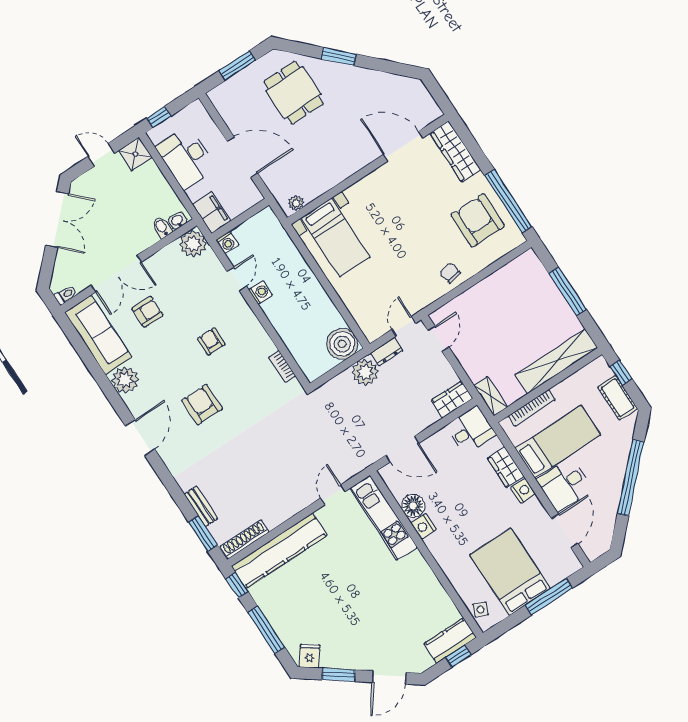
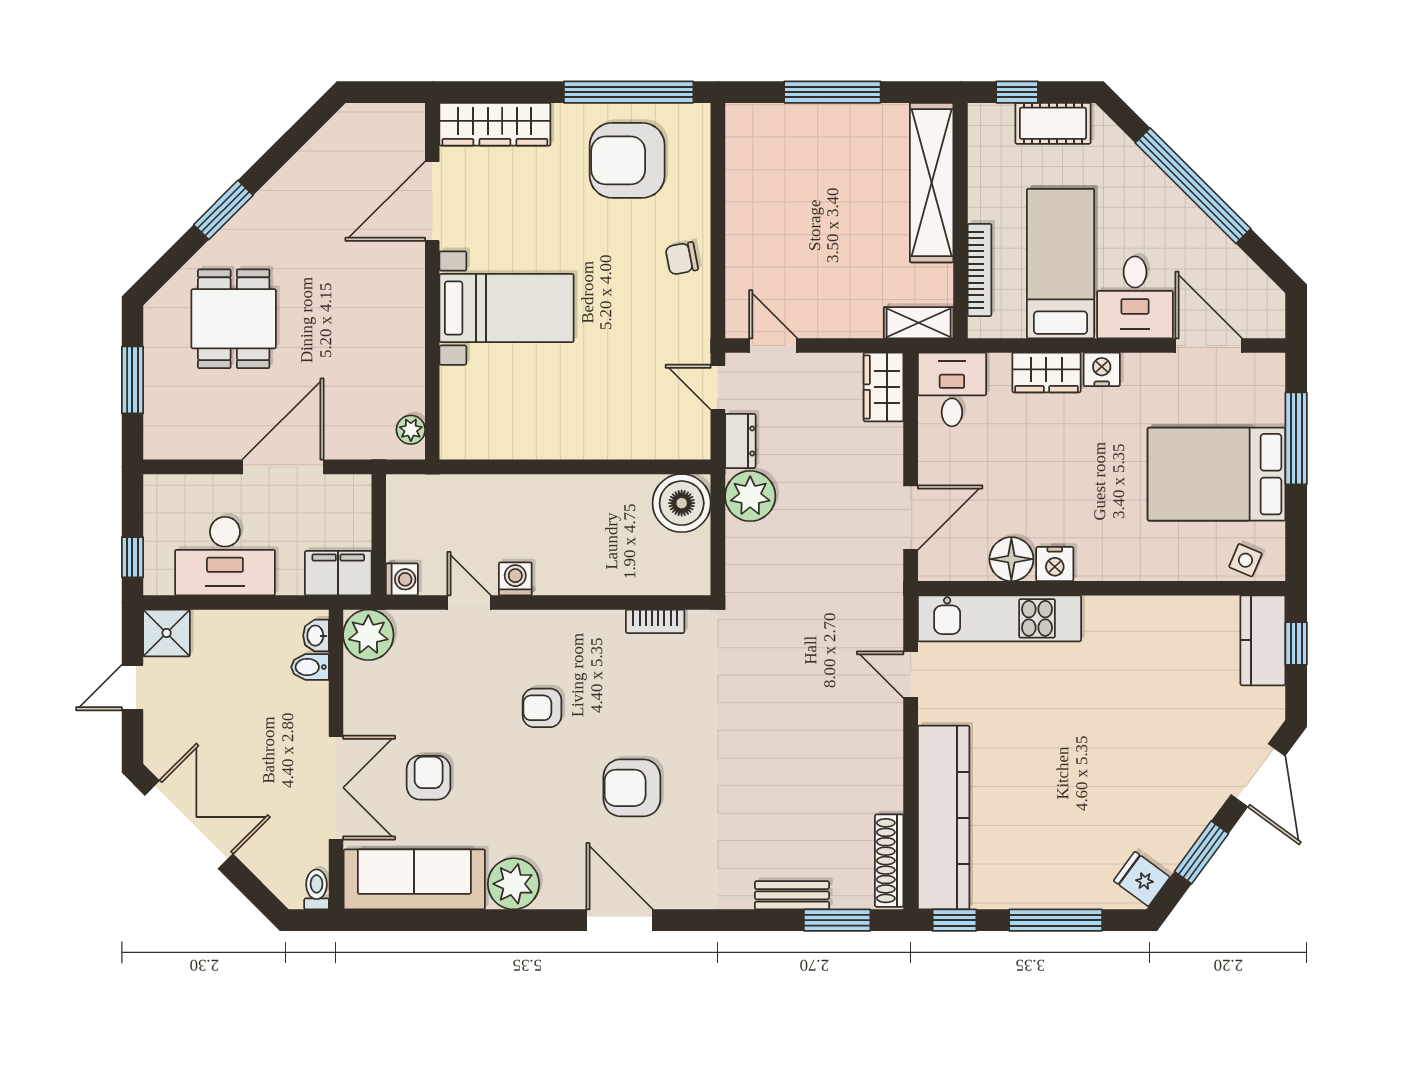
dining table: (294, 93) -> (234, 319), turned 90
bed with nightstands: (336, 238) -> (507, 308), moved

